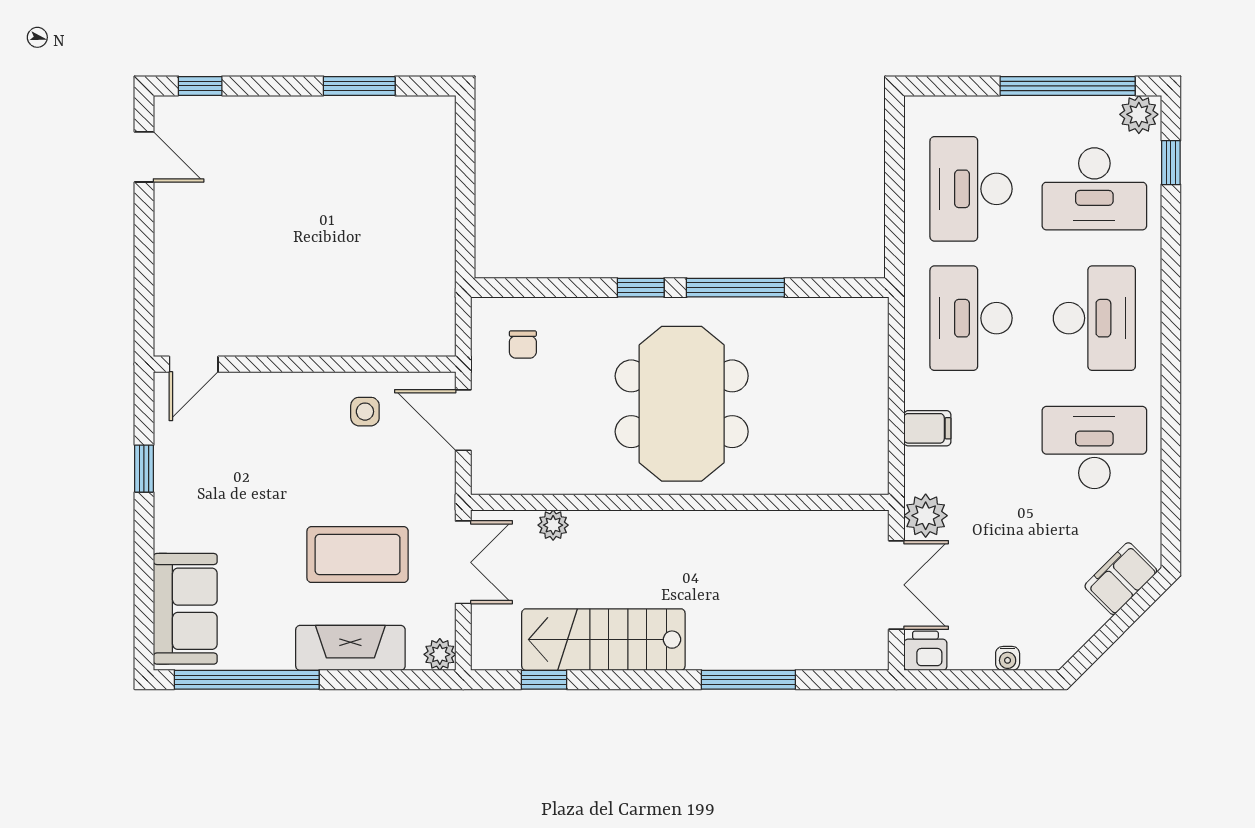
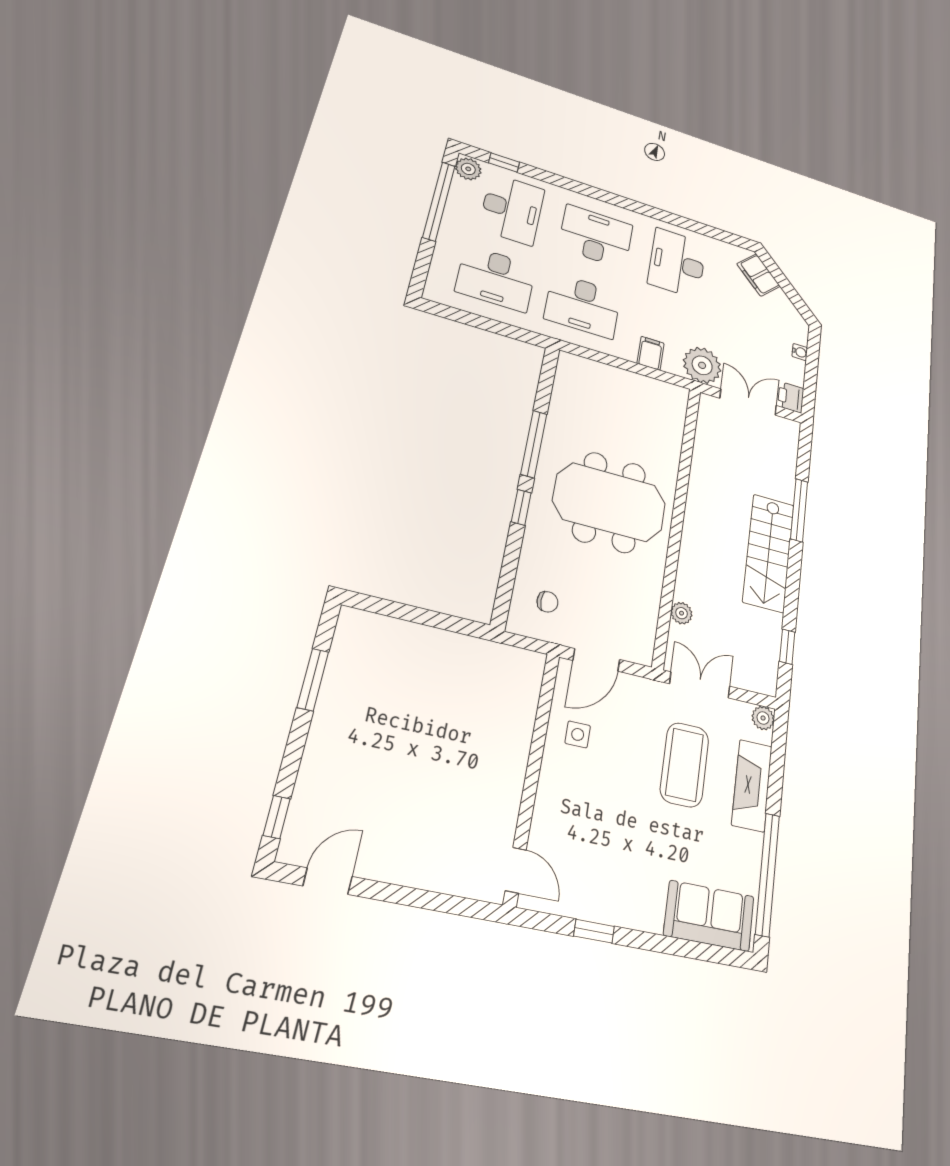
plant: (926, 516) -> (702, 365), width x1.36, depth x1.36
stairs: (603, 640) -> (769, 553), moved

